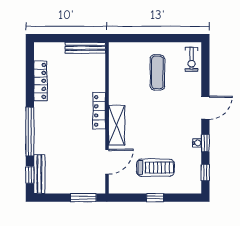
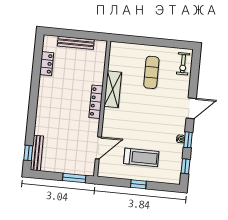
bench: (85, 48) -> (76, 43), moved
locker: (40, 81) -> (47, 64), width x0.66
shelving: (117, 125) -> (113, 89), moved
window: (30, 132) -> (32, 114), removed

